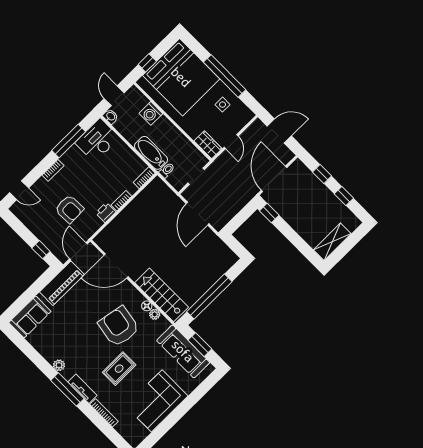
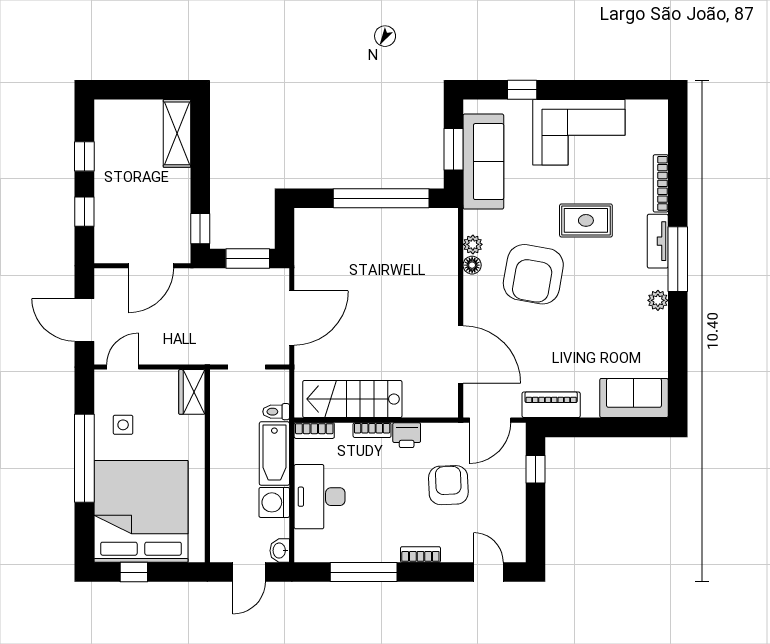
window: (147, 63) -> (134, 572), moved
washing machine: (151, 113) -> (274, 502), moved, turned 180
desk: (97, 140) -> (320, 497), moved, turned 90
door: (231, 142) -> (123, 367), moved
door: (274, 179) -> (151, 266), width x0.73
window: (239, 220) -> (248, 259), added
shelving: (332, 242) -> (177, 133), moved, turned 90
piano: (62, 283) -> (551, 405), width x0.73, depth x0.75
stairs: (162, 295) -> (352, 399), moved, turned 90
window: (196, 395) -> (522, 90), added

